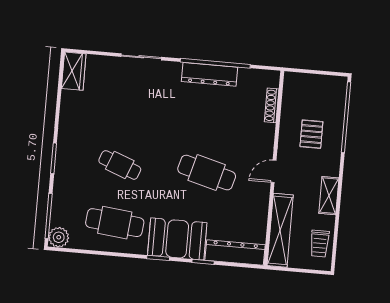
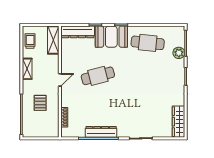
wardrobe: (74, 71) -> (179, 122), width x1.50
cafe table: (120, 165) -> (148, 76), removed
cafe table: (207, 173) -> (98, 76), turned -30
shelving: (280, 230) -> (53, 40), width x0.68
plant: (59, 237) -> (179, 53), moved

